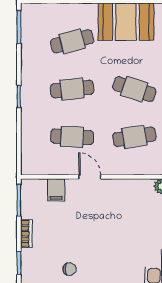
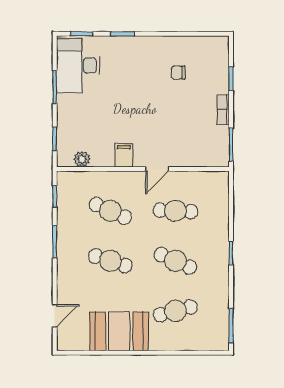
cafe table: (72, 89) -> (175, 261), turned 30
cafe table: (134, 137) -> (110, 211), turned 33
door: (90, 177) -> (157, 169), hinge flipped
filing cabinet: (56, 190) -> (124, 155), moved

